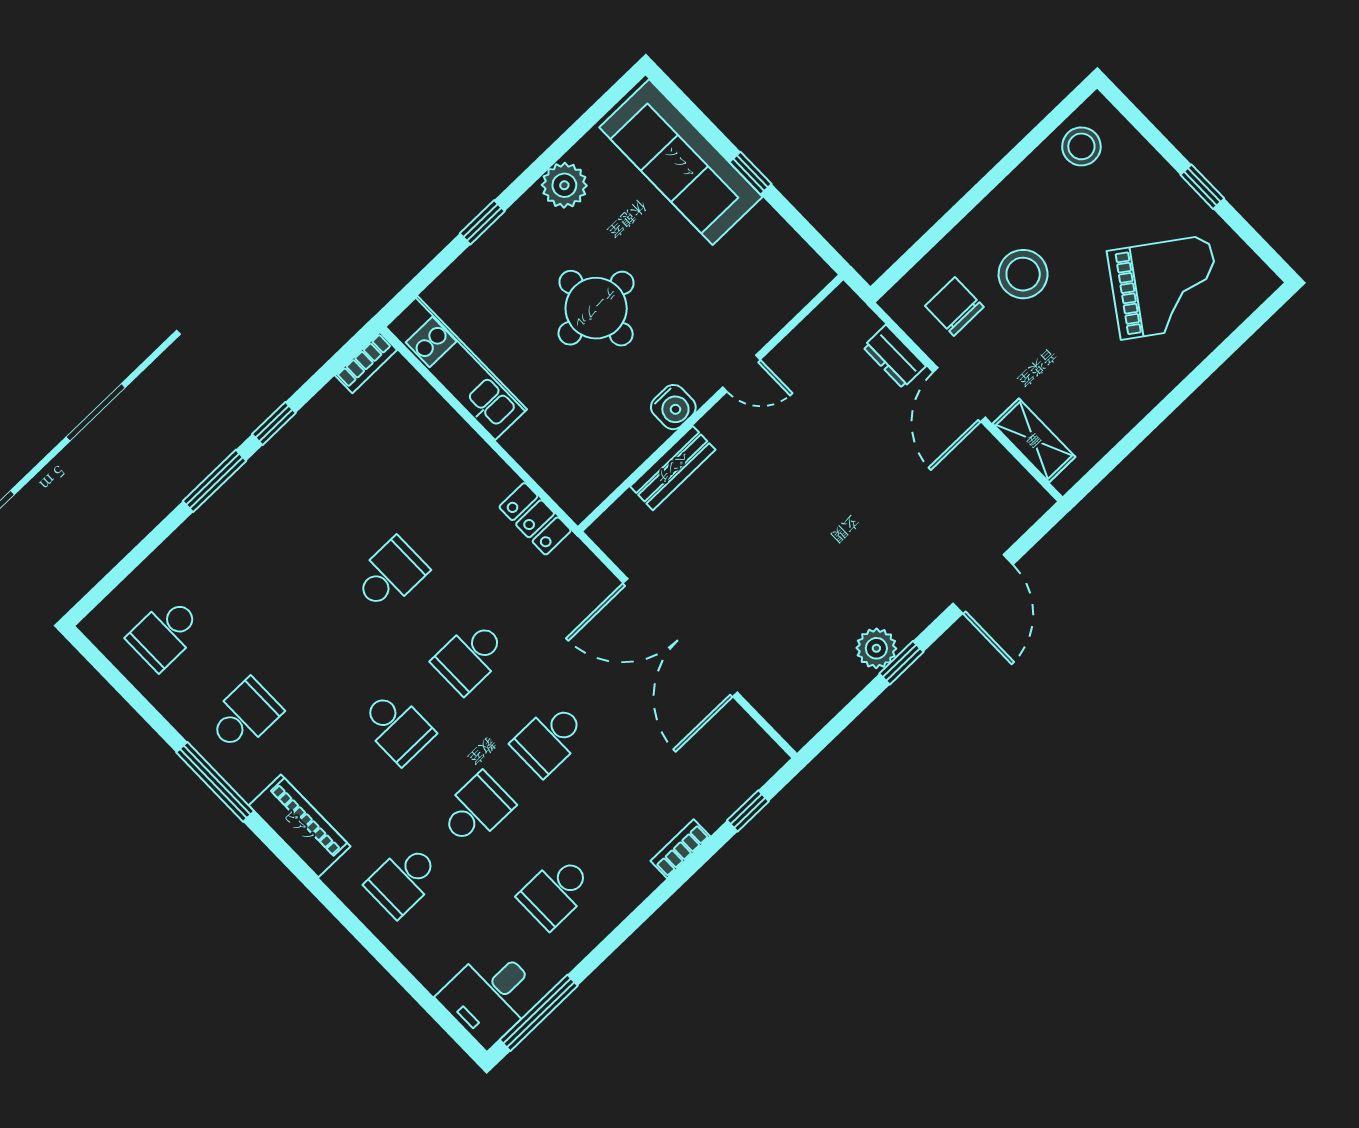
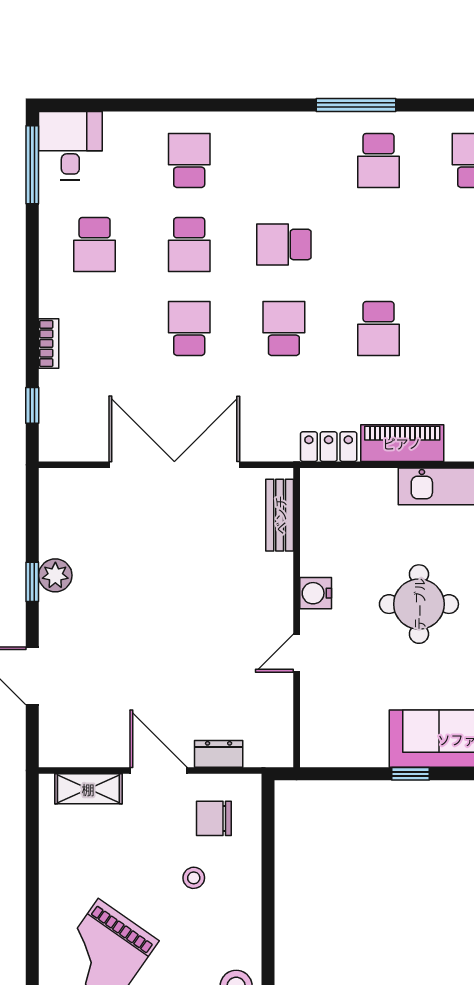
stool: (1023, 274) -> (194, 878), width x0.53, depth x0.53
chair: (954, 306) -> (214, 818), turned 180
bench: (673, 468) -> (280, 515), moved
piano: (300, 826) -> (402, 443), moved, turned 180
school desk: (556, 892) -> (95, 244), turned 180

